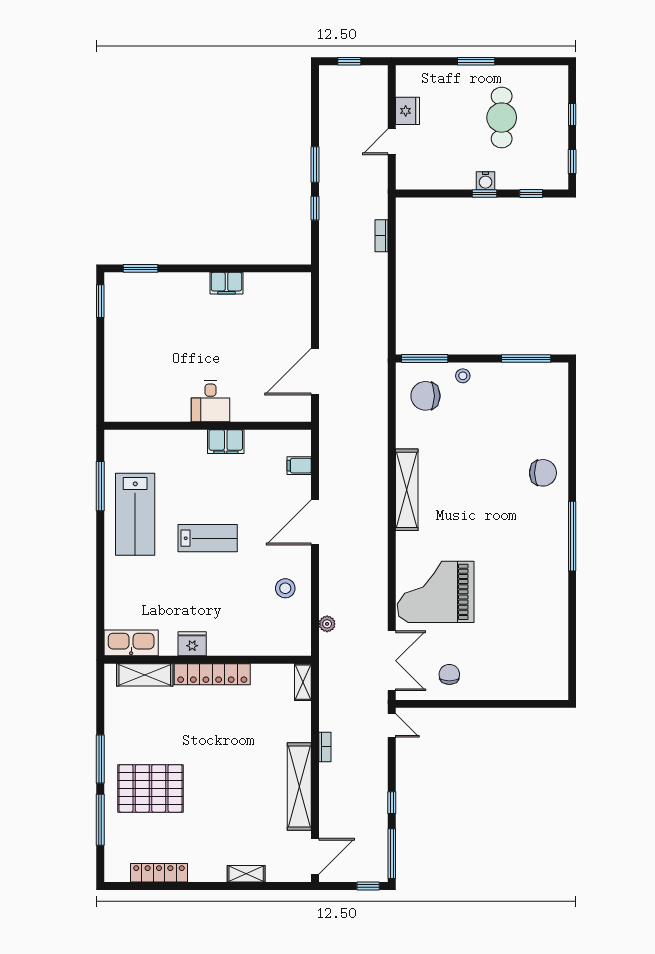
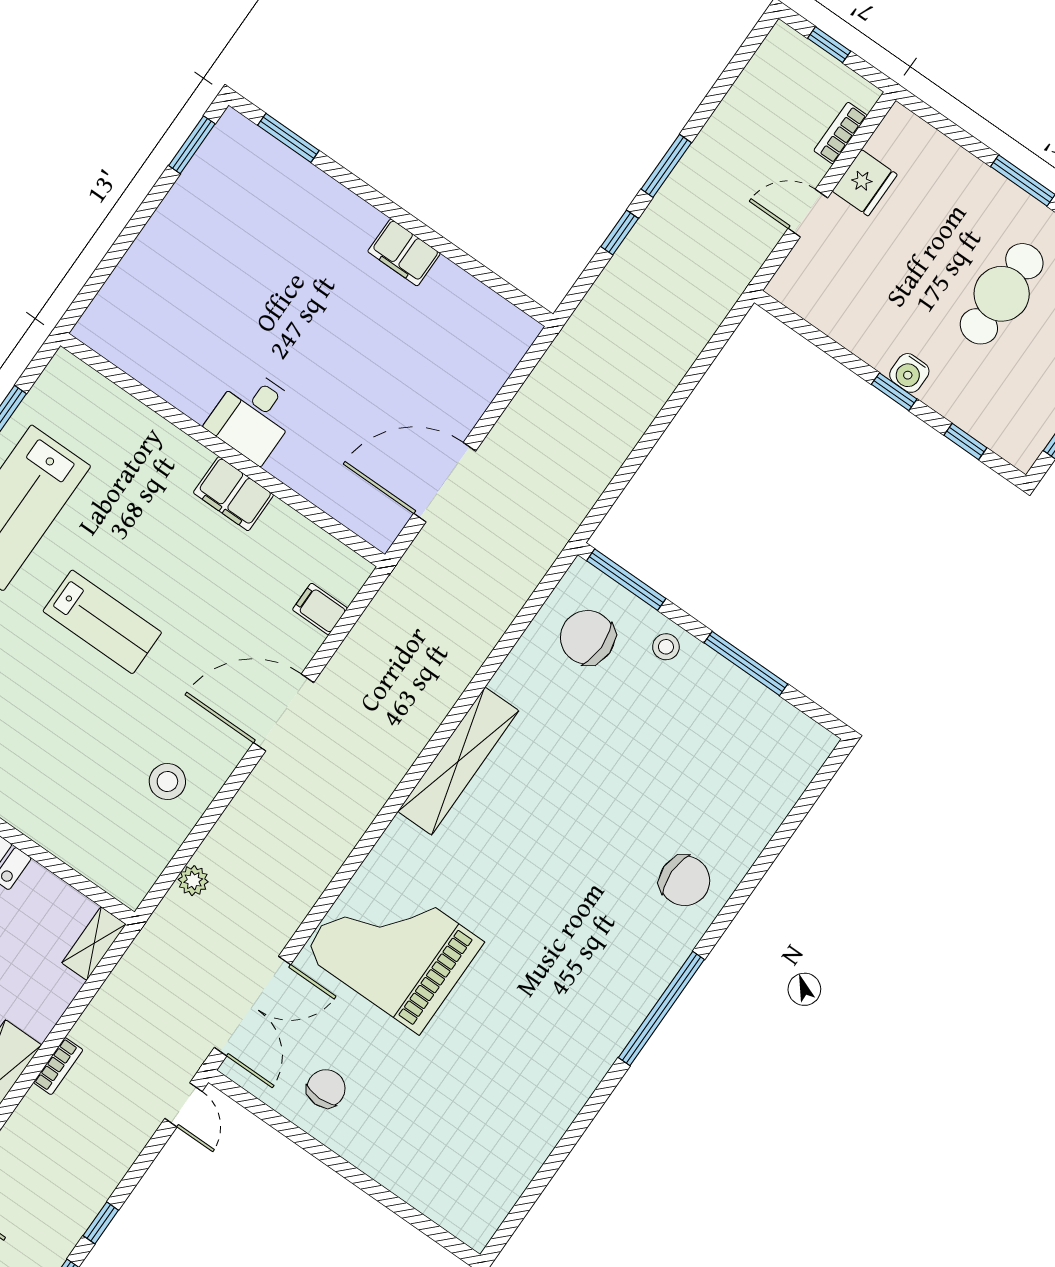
bookcase: (381, 236) -> (840, 133), moved
window: (526, 359) -> (746, 663), moved

